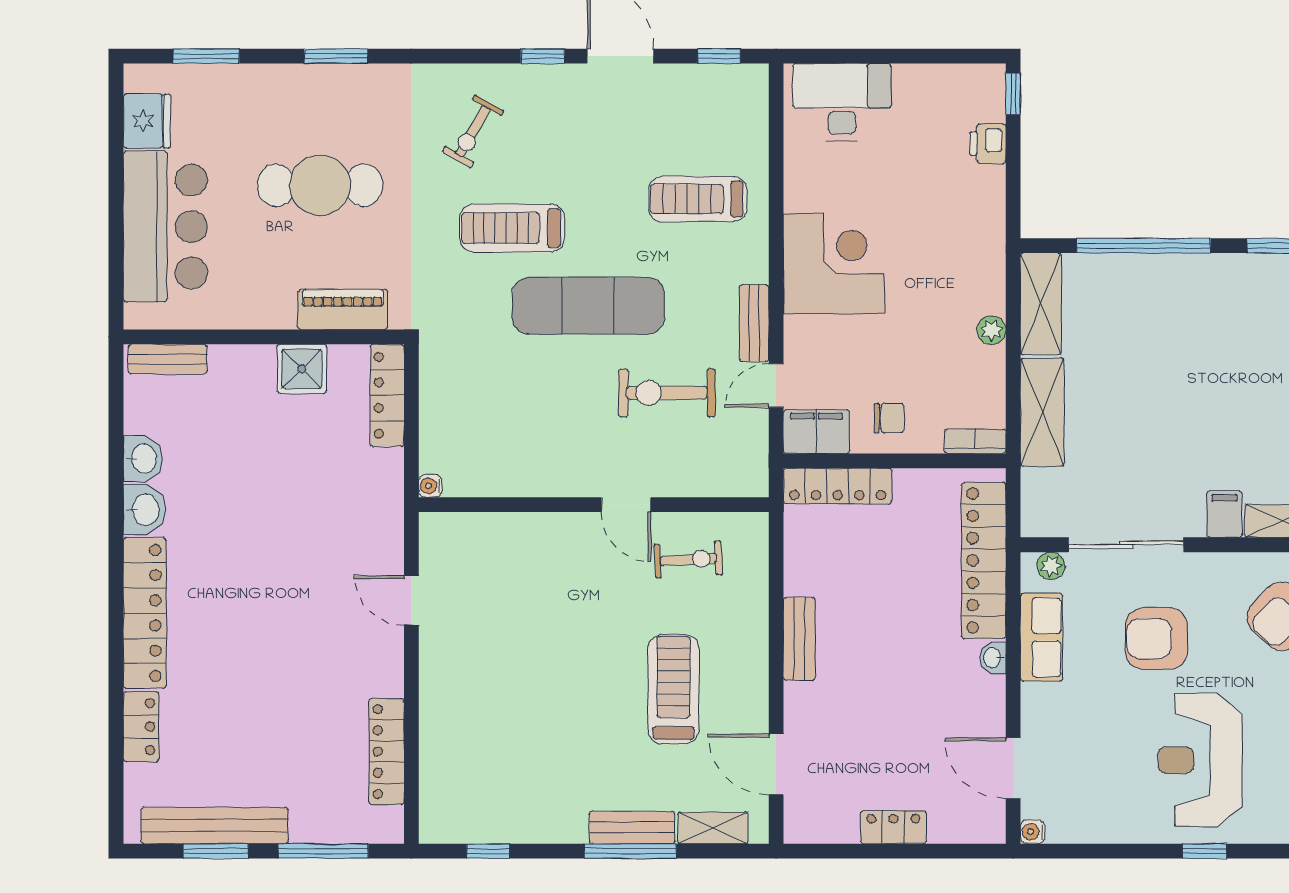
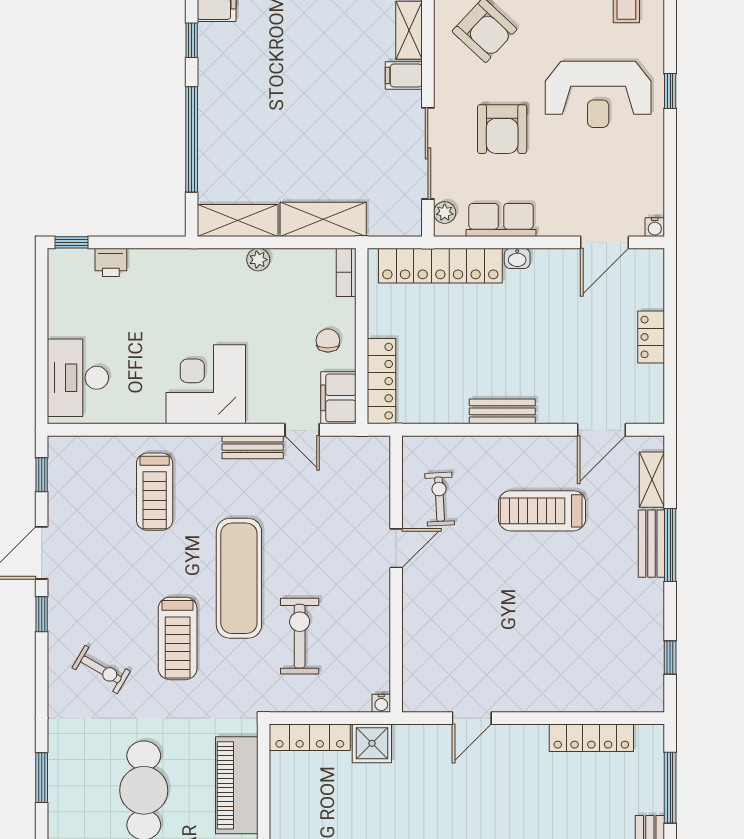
piano: (343, 309) -> (237, 785), width x1.37, depth x1.33
shower: (302, 369) -> (372, 743), moved
exercise bike: (667, 393) -> (300, 636), moved, turned 180

